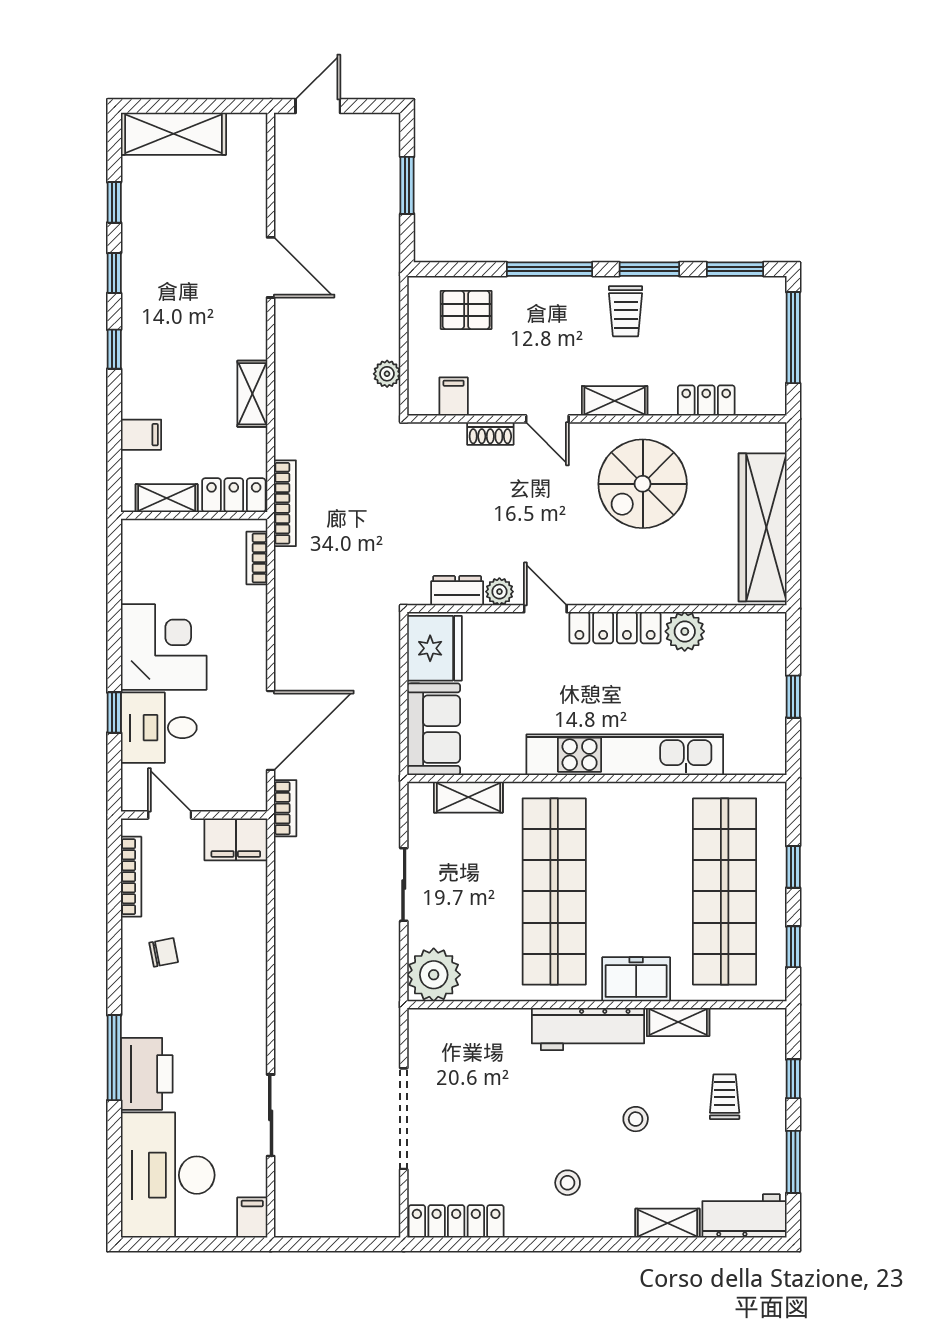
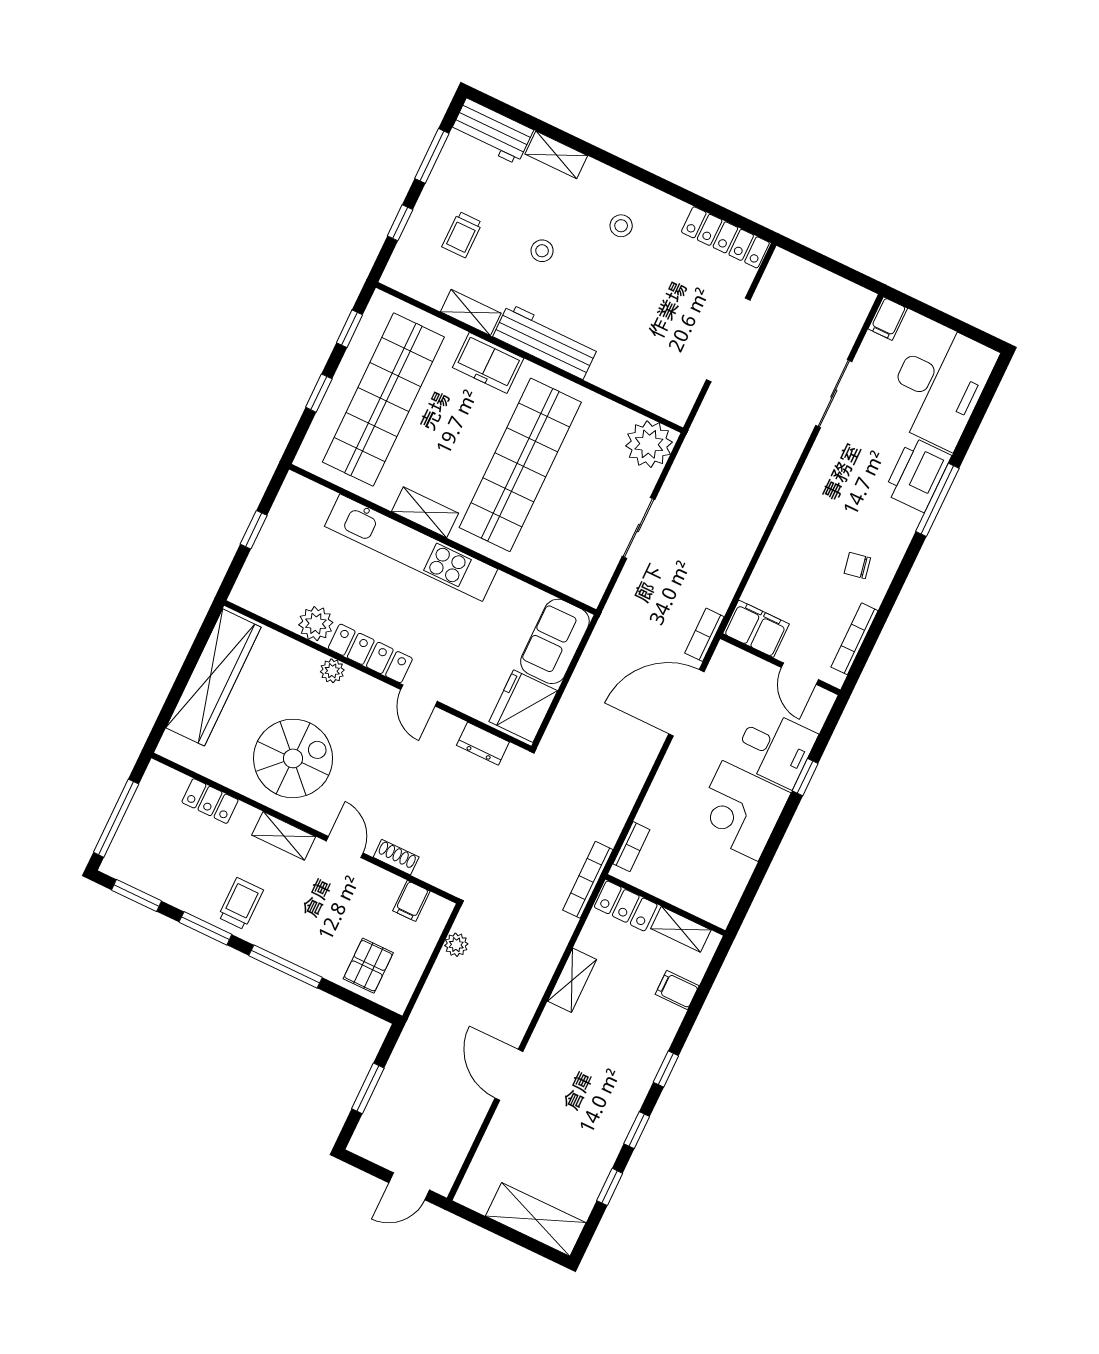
pallet: (466, 310) -> (368, 966), turned 90
plant: (499, 592) -> (332, 671), moved
shelving: (468, 797) -> (425, 512), moved

